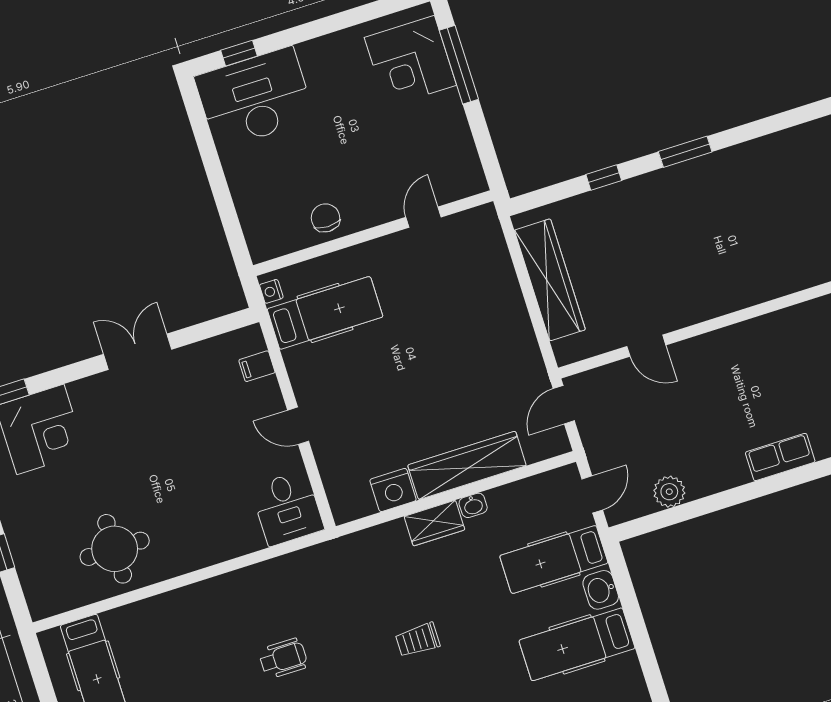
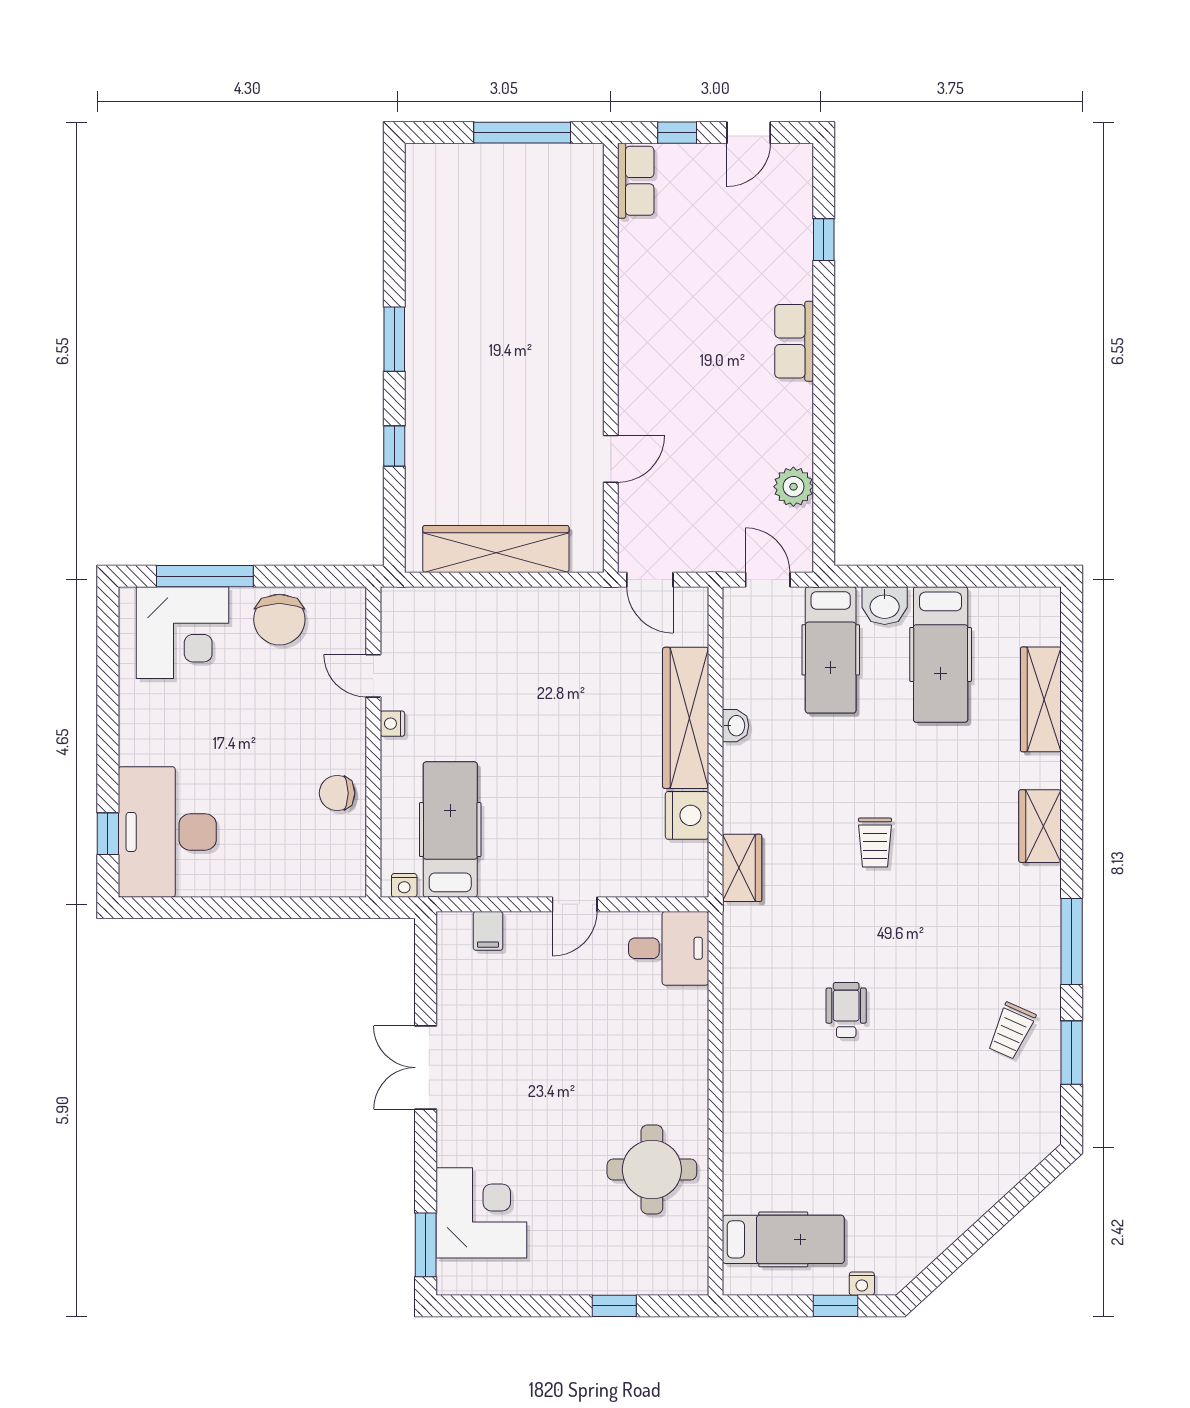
chair: (444, 132) -> (279, 620), added
nightstand: (392, 243) -> (392, 724), added
wardrobe: (434, 523) -> (742, 868), moved

